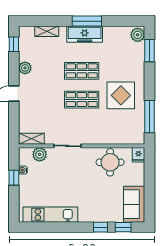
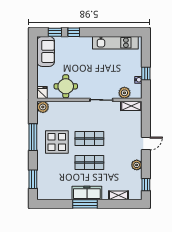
plant: (138, 35) -> (43, 107), moved
window: (150, 117) -> (33, 137), moved

